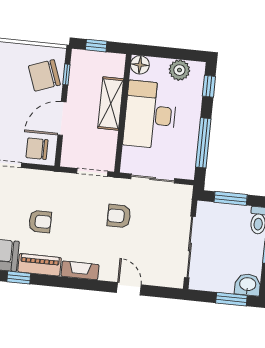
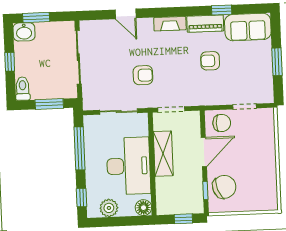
shelving: (111, 104) -> (163, 154), moved

